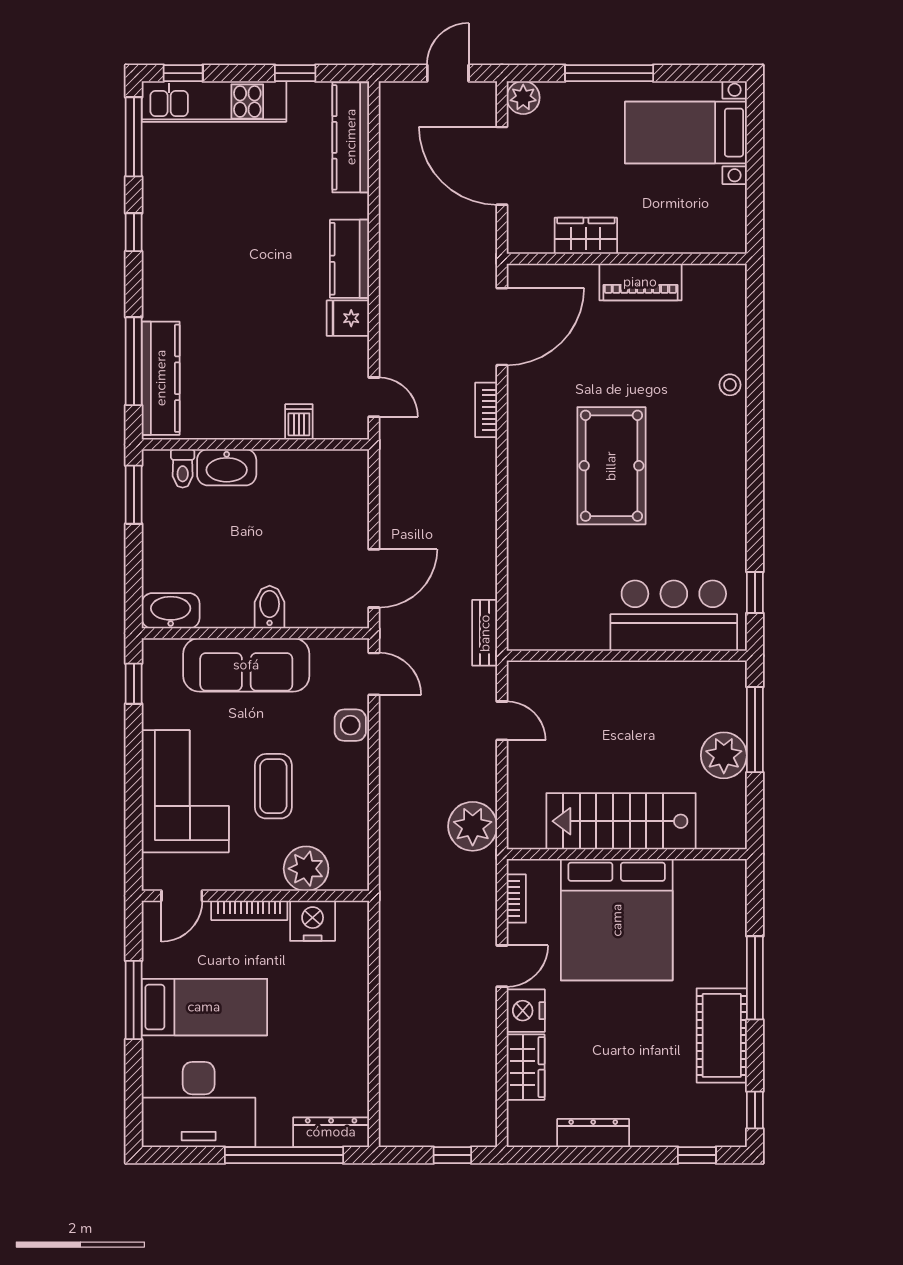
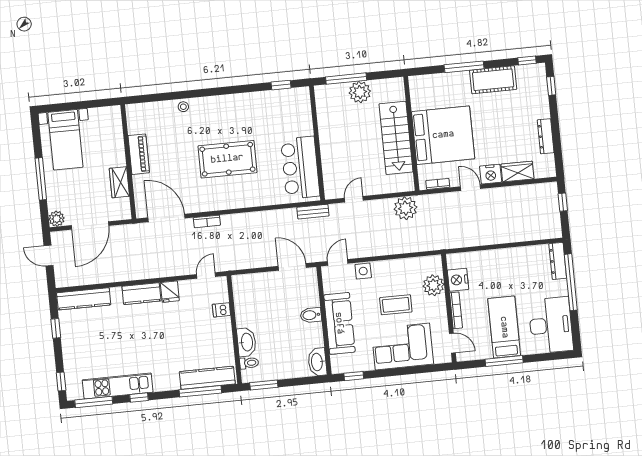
kitchen unit: (214, 101) -> (118, 386), moved, turned -90
bar counter: (674, 616) -> (300, 168), moved

